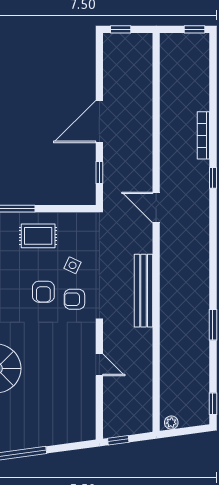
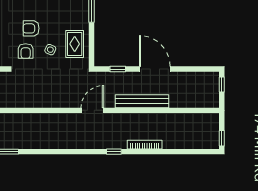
rug: (38, 236) -> (75, 44), moved
bench: (144, 291) -> (142, 101), moved
armchair: (74, 299) -> (26, 51), turned 180

